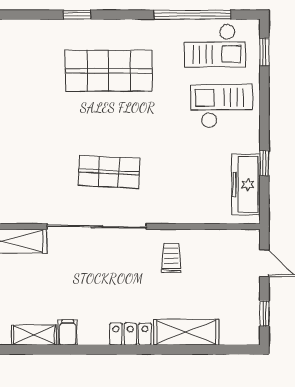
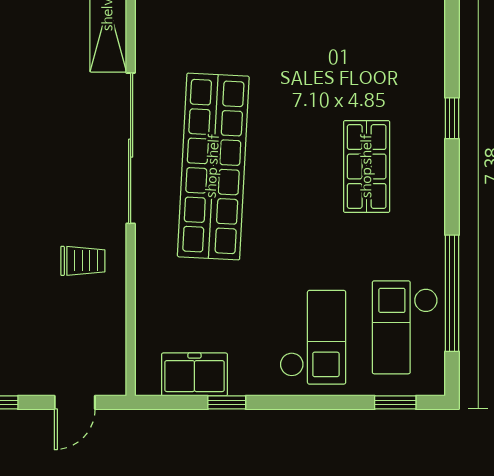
shop shelf: (109, 71) -> (367, 166), width x0.70, depth x0.74
shop shelf: (109, 172) -> (213, 166), width x2.00, depth x1.36
freezer: (246, 184) -> (194, 374), width x0.71

